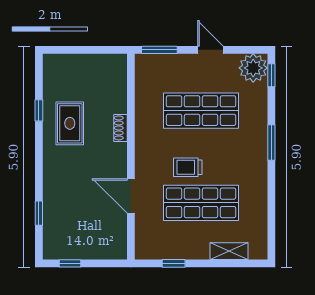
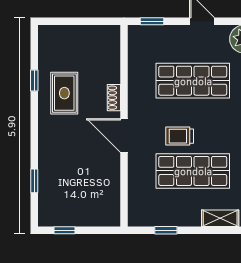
window: (159, 50) -> (152, 21), width x0.67
door: (131, 196) -> (124, 135), moved

